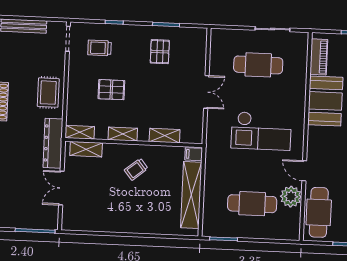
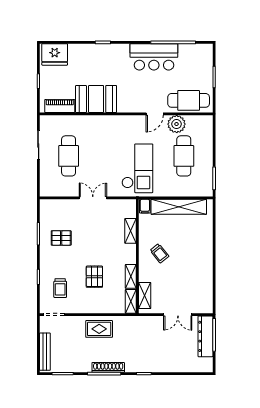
checkout: (261, 131) -> (137, 168), moved
shelving: (123, 134) -> (131, 276), moved
dresser: (53, 143) -> (205, 336), moved, turned 90

